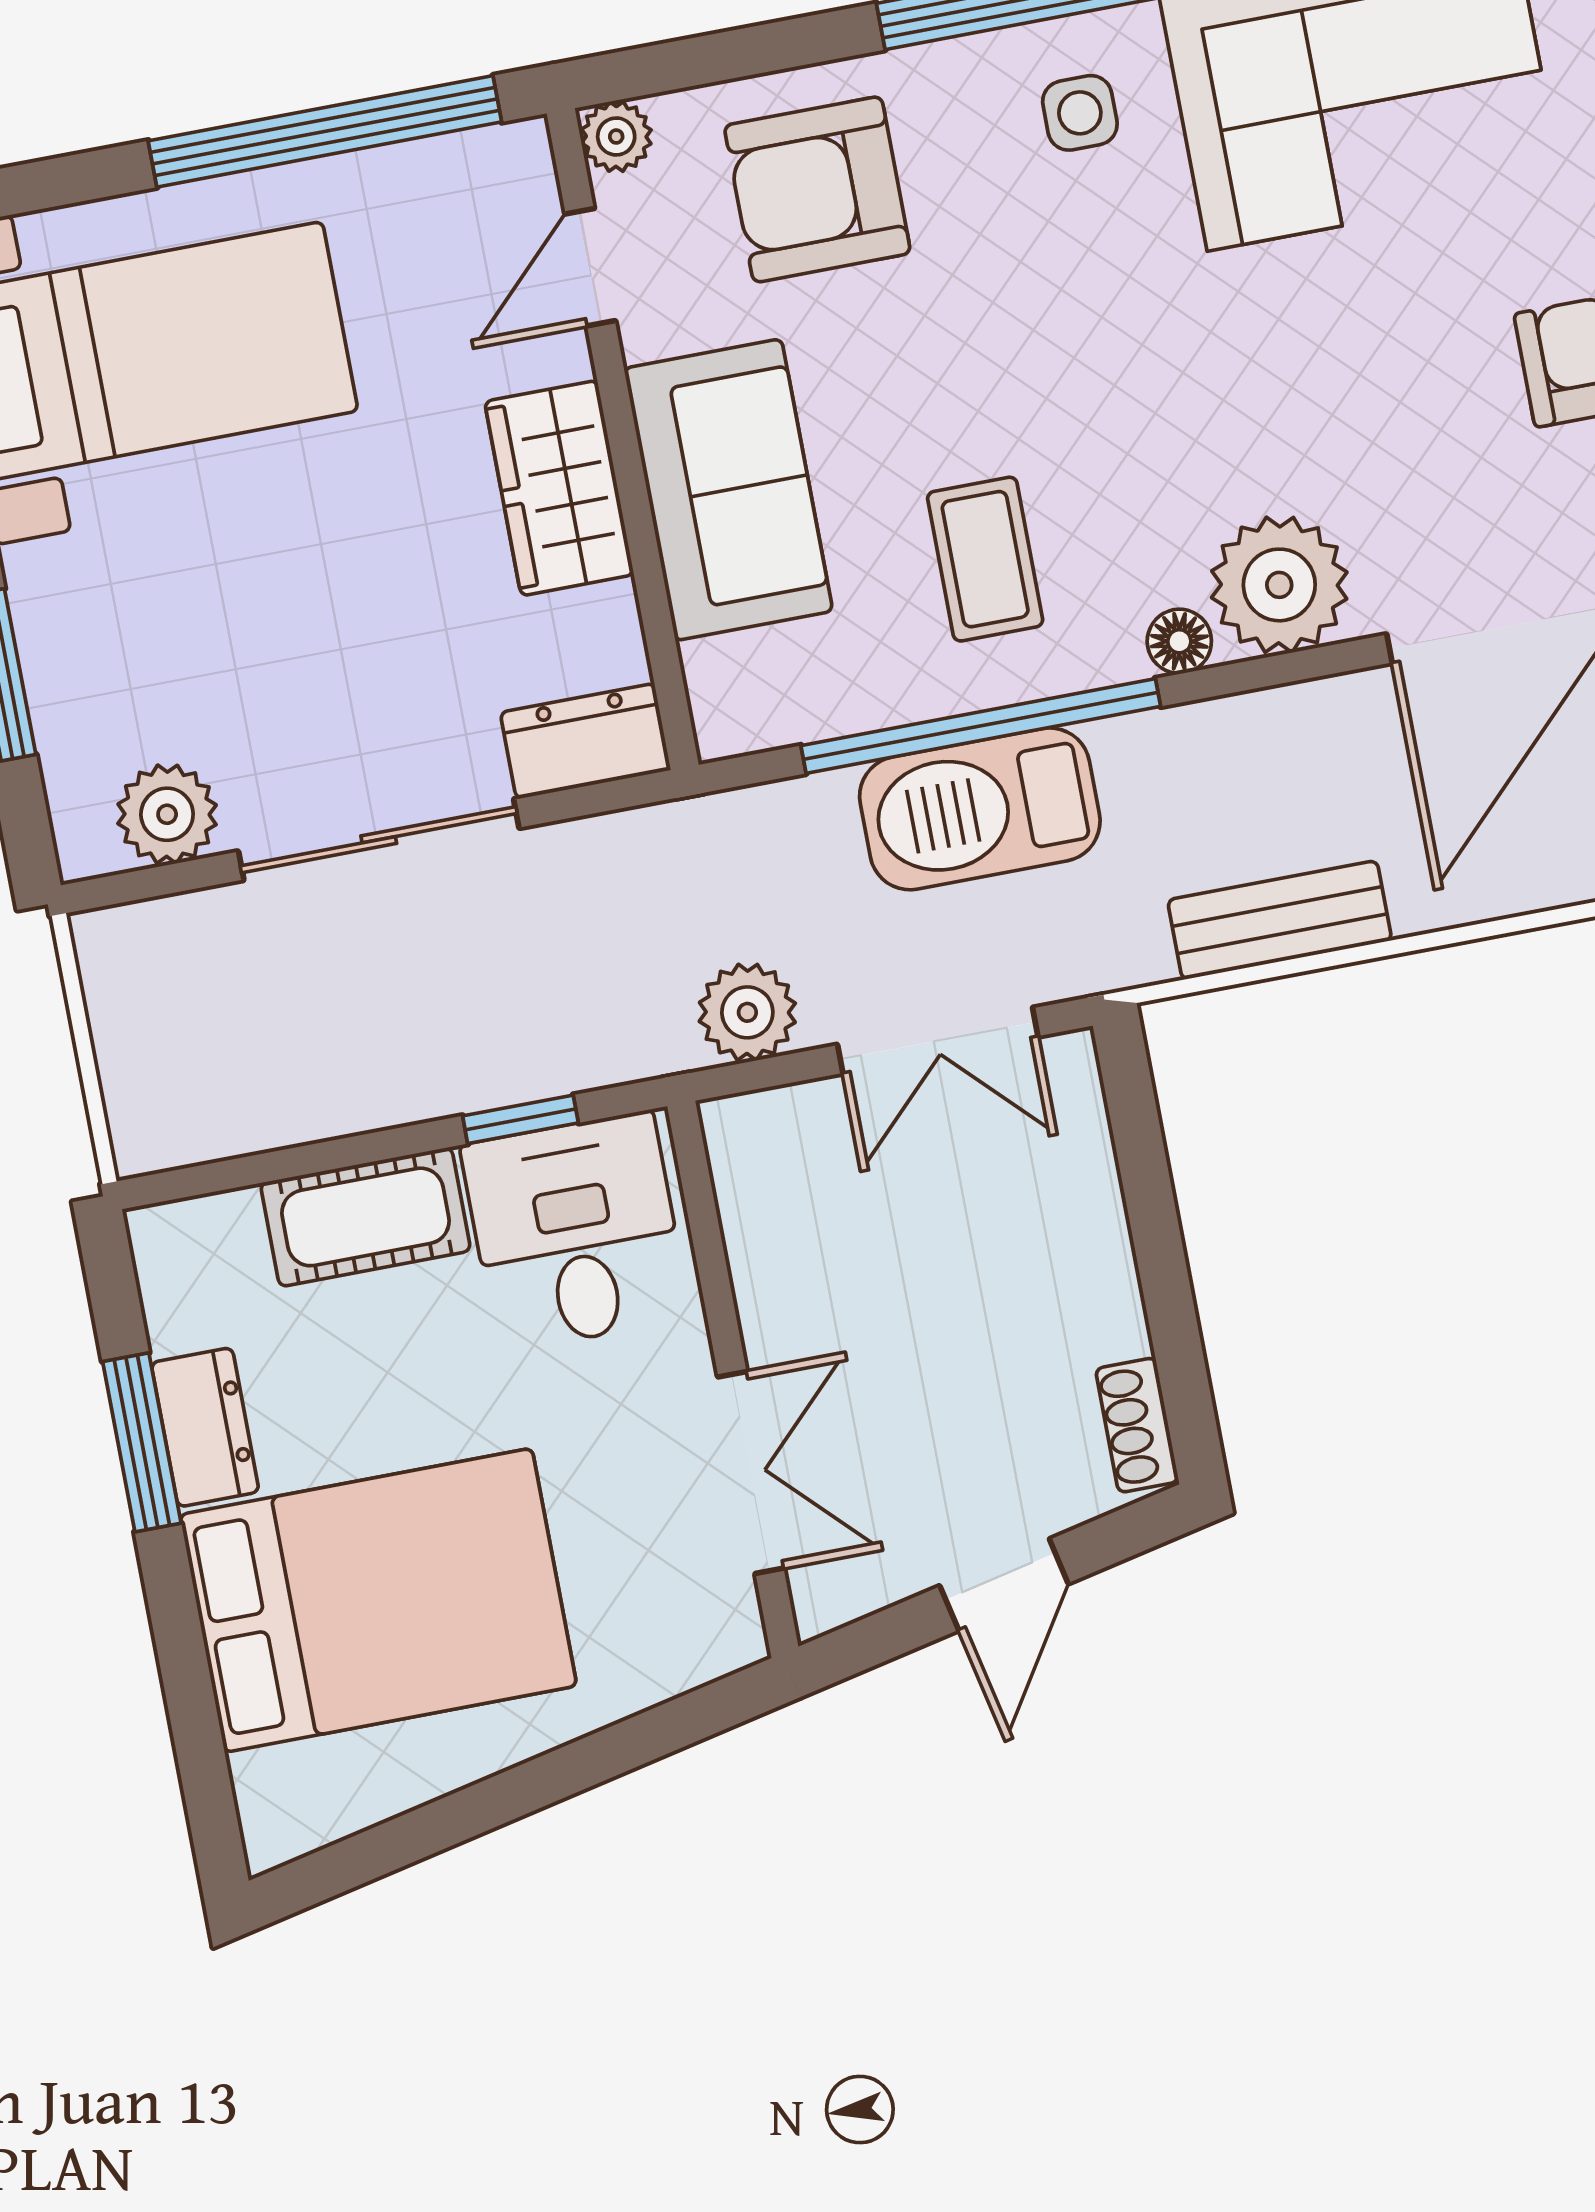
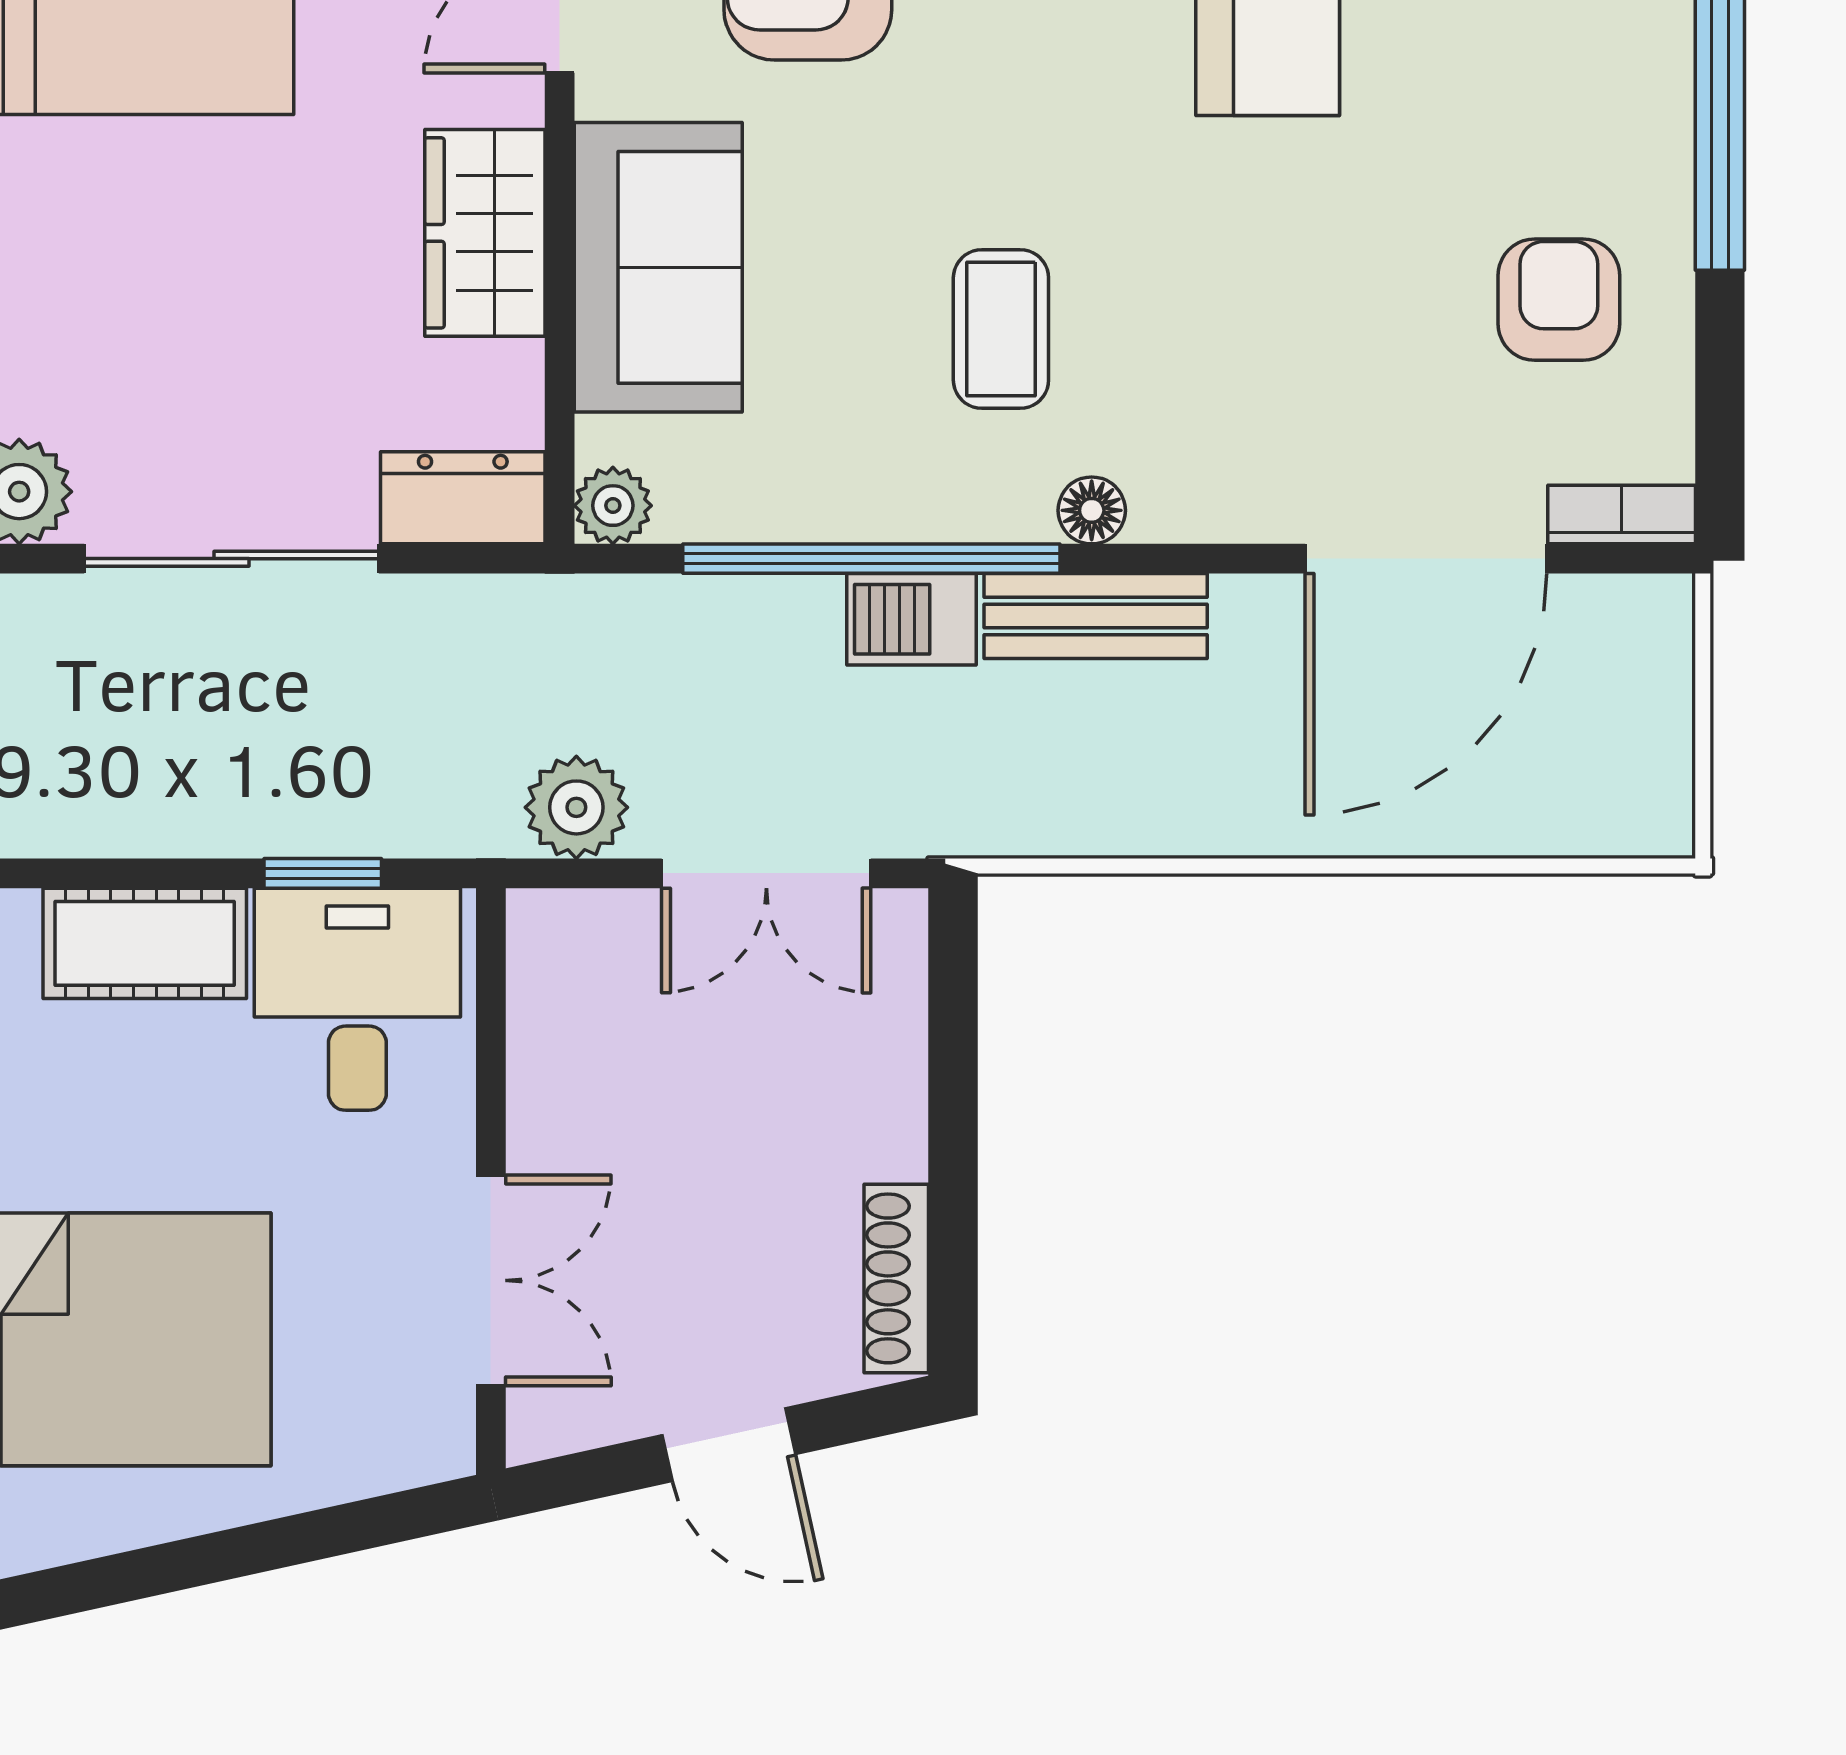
coffee table: (985, 559) -> (1001, 329), moved
plant: (1279, 585) -> (613, 506), moved, width x0.53, depth x0.53
barbecue: (980, 809) -> (912, 619), width x0.53, depth x0.65
bench: (1280, 920) -> (1096, 616), moved
shoe rack: (1137, 1425) -> (896, 1278), width x1.43
door: (1004, 1585) -> (729, 1445), hinge flipped

